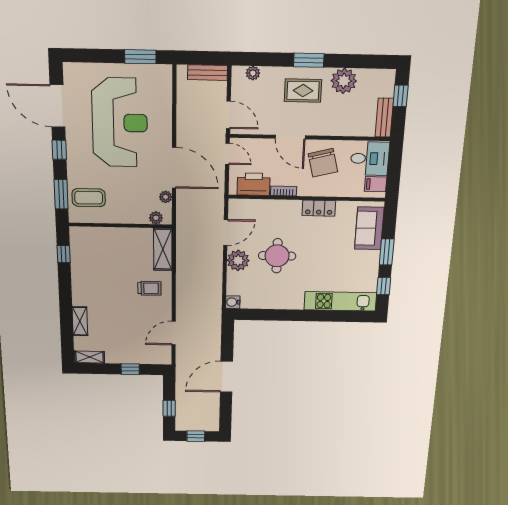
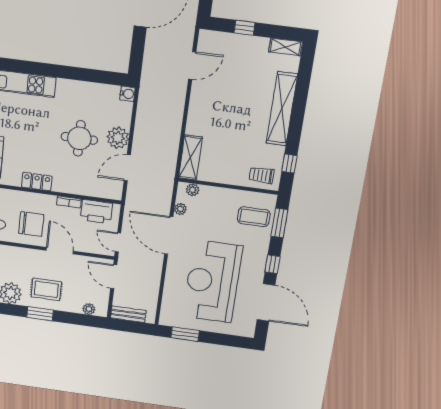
chair: (323, 163) -> (31, 224), turned 104
trolley: (149, 288) -> (262, 175), moved
shelving: (80, 321) -> (282, 109), width x2.20, depth x1.33

